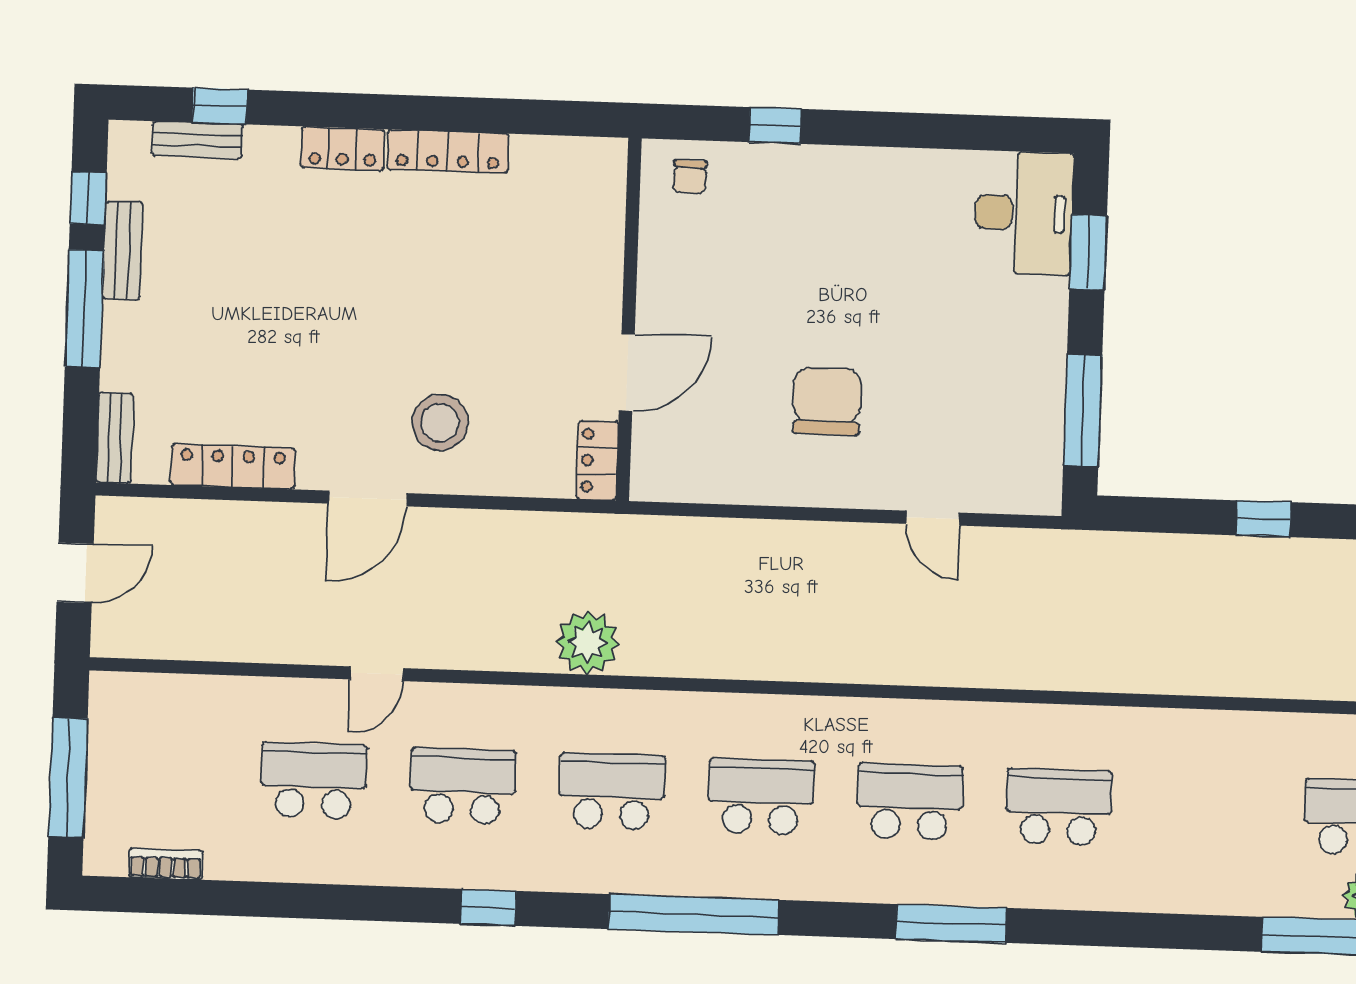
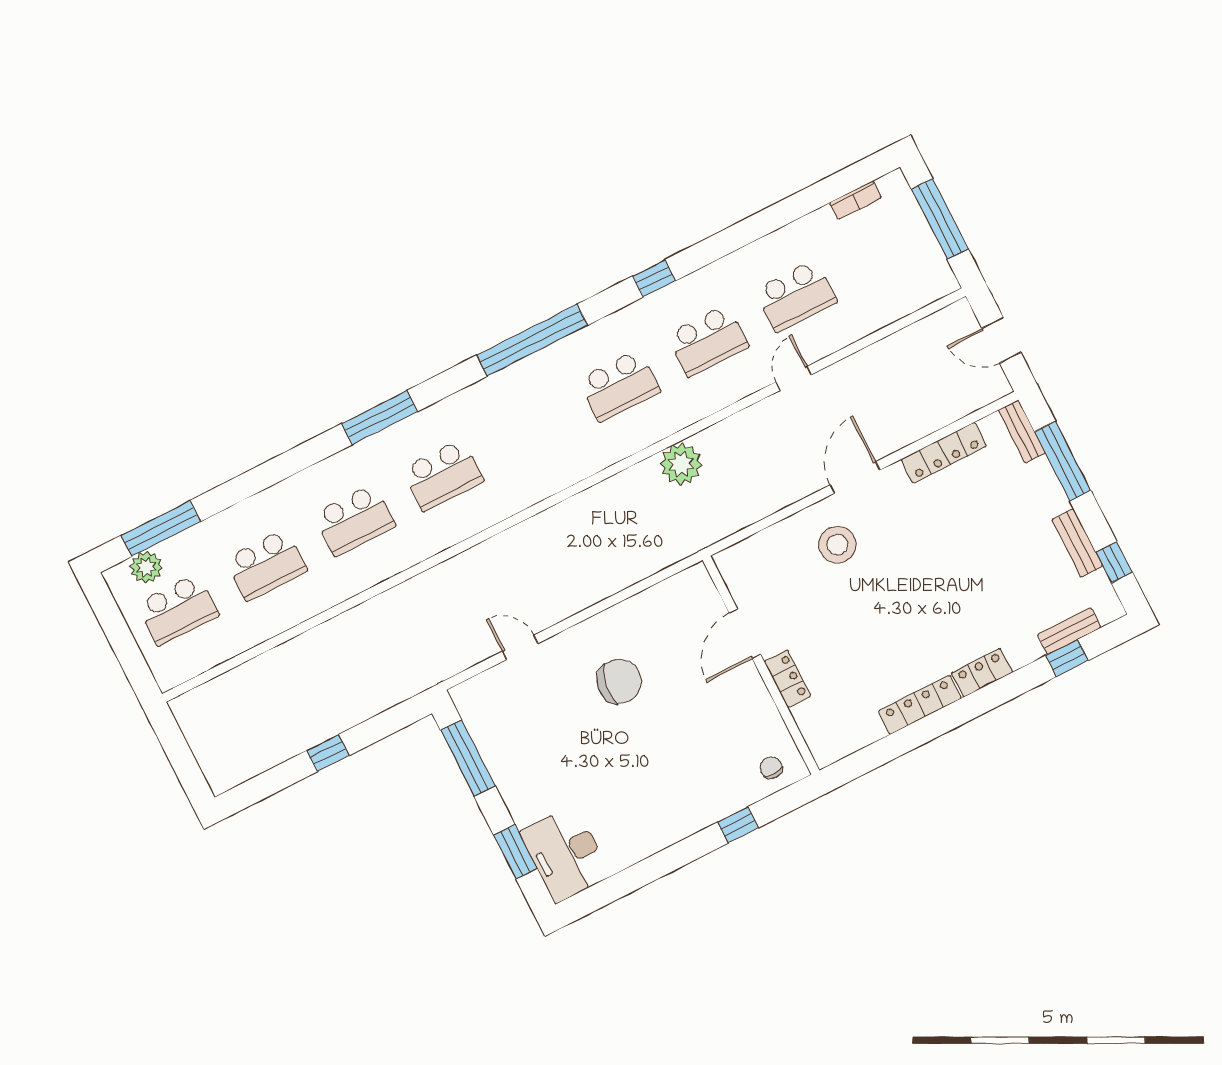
window: (84, 308) -> (1063, 461), moved
chair: (827, 401) -> (619, 681), turned -82
locker: (597, 460) -> (787, 679), moved
door: (75, 573) -> (1001, 340), hinge flipped
school desk: (761, 797) -> (266, 565), moved

